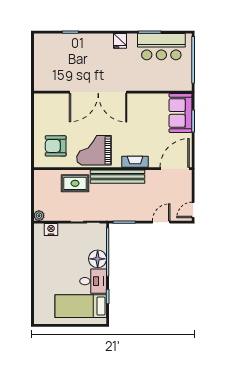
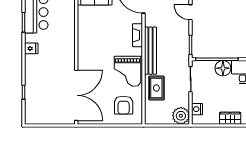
double door: (98, 92) -> (76, 95), moved
plant: (39, 216) -> (181, 116), width x1.88, depth x1.88
wardrobe: (41, 267) -> (230, 118), added

